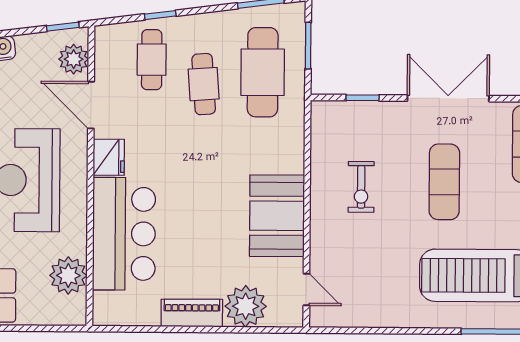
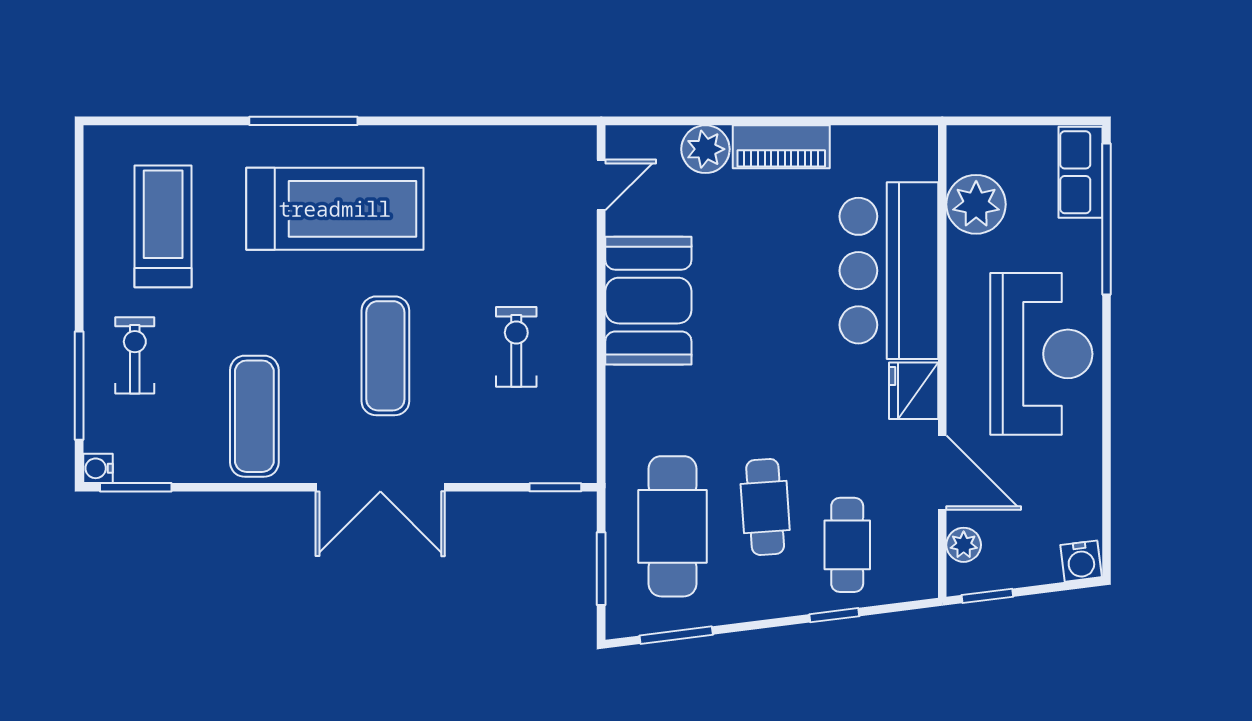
plant: (74, 59) -> (964, 545), width x0.73, depth x0.73
window: (363, 98) -> (555, 487), moved
door: (306, 290) -> (601, 185), swing flipped
plant: (246, 306) -> (705, 149), width x0.73, depth x0.73

